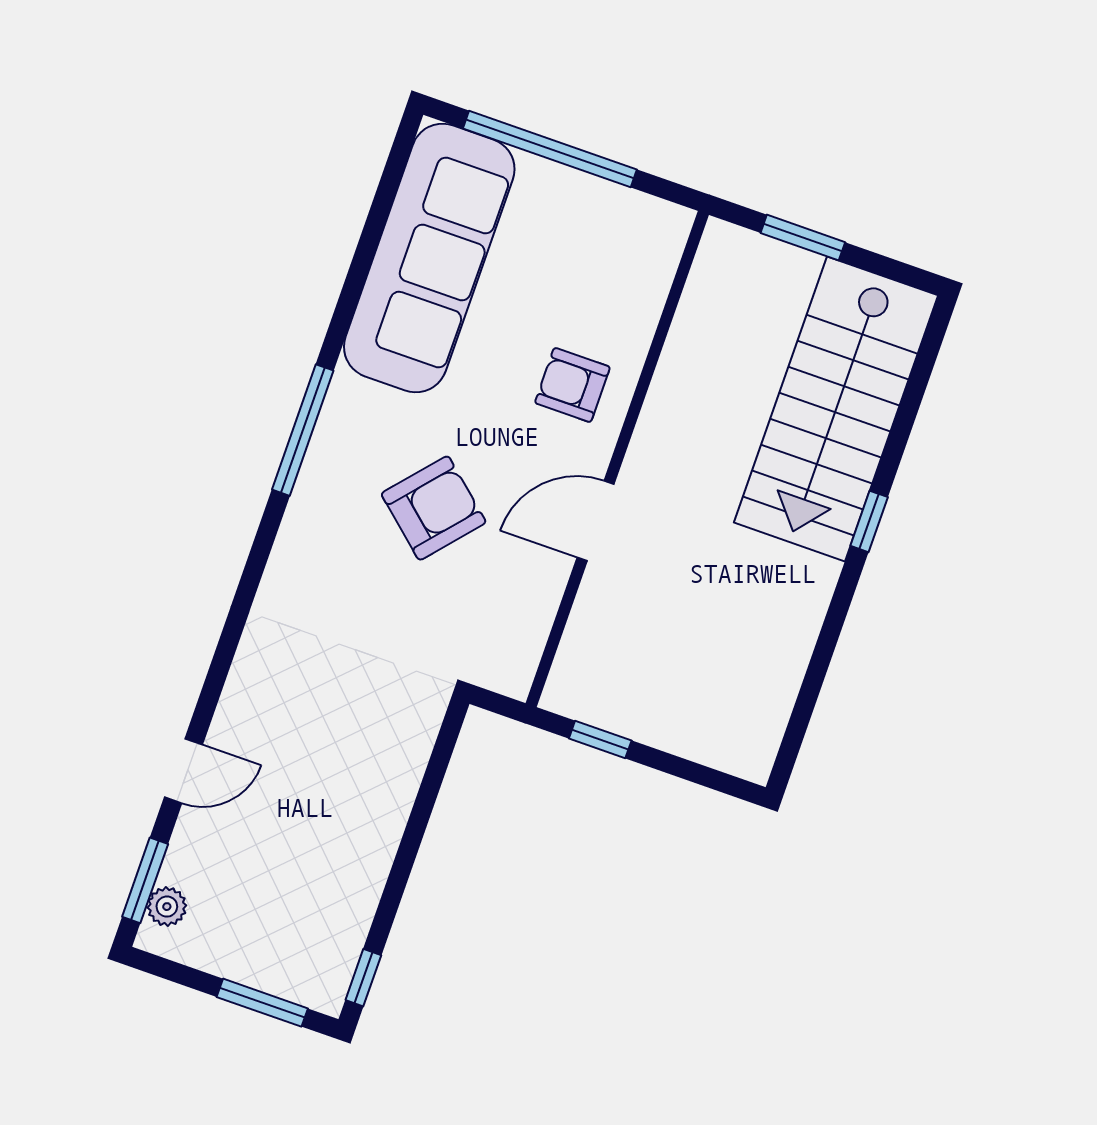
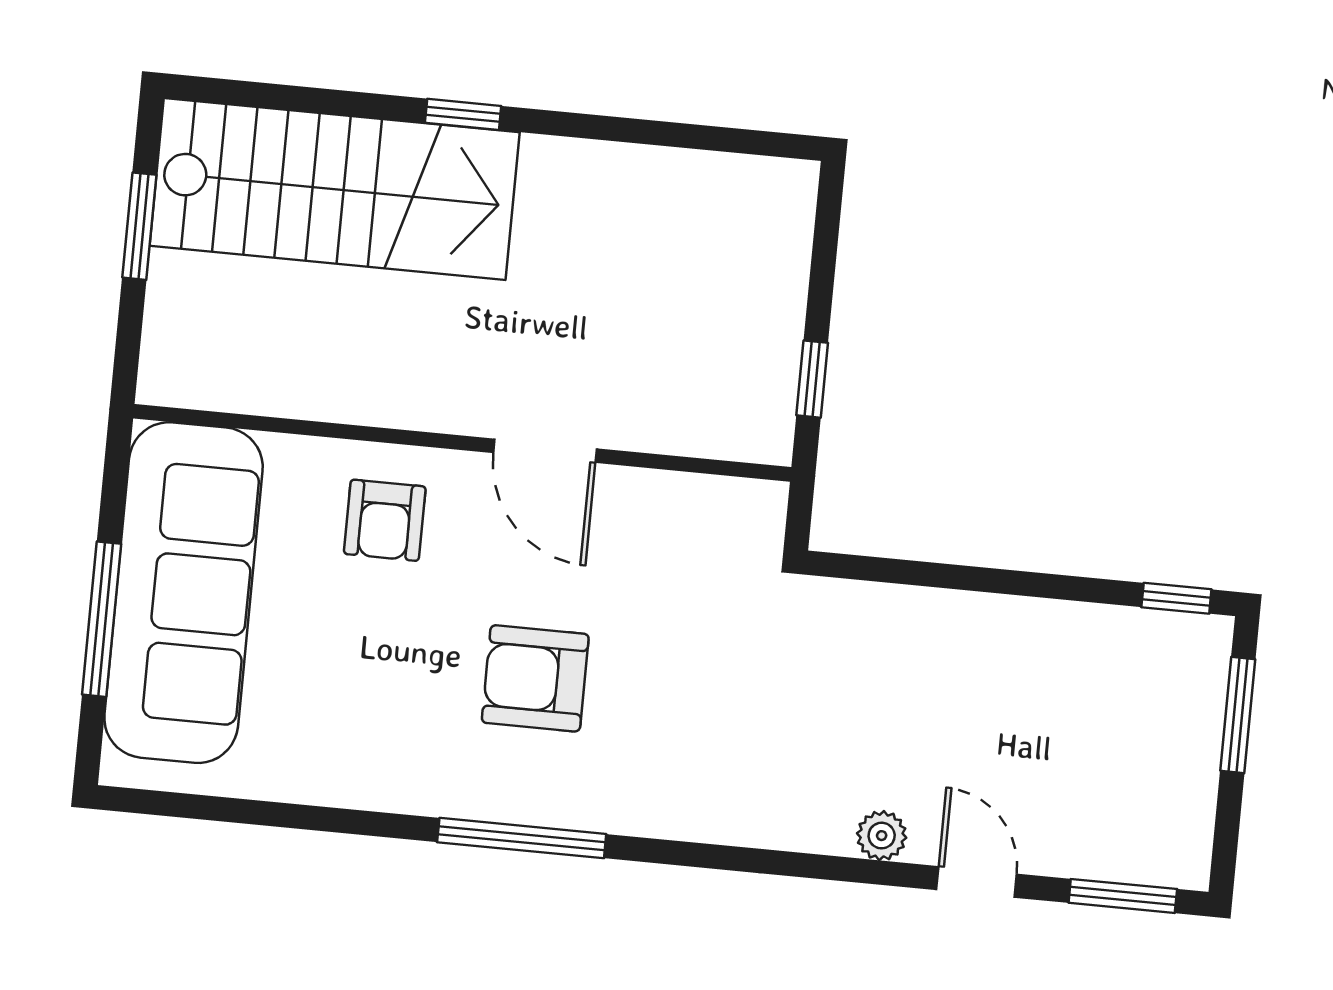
window: (550, 149) -> (102, 619), width x0.68
window: (803, 238) -> (139, 226), moved
sofa: (429, 258) -> (184, 593), moved, turned 90
armchair: (434, 508) -> (535, 678), moved, turned -41
plant: (167, 907) -> (882, 836), moved

